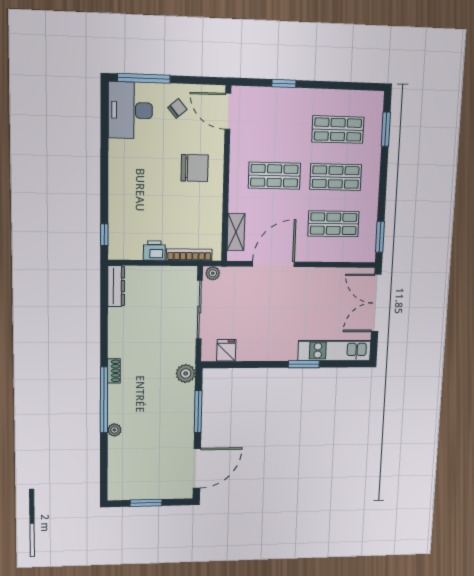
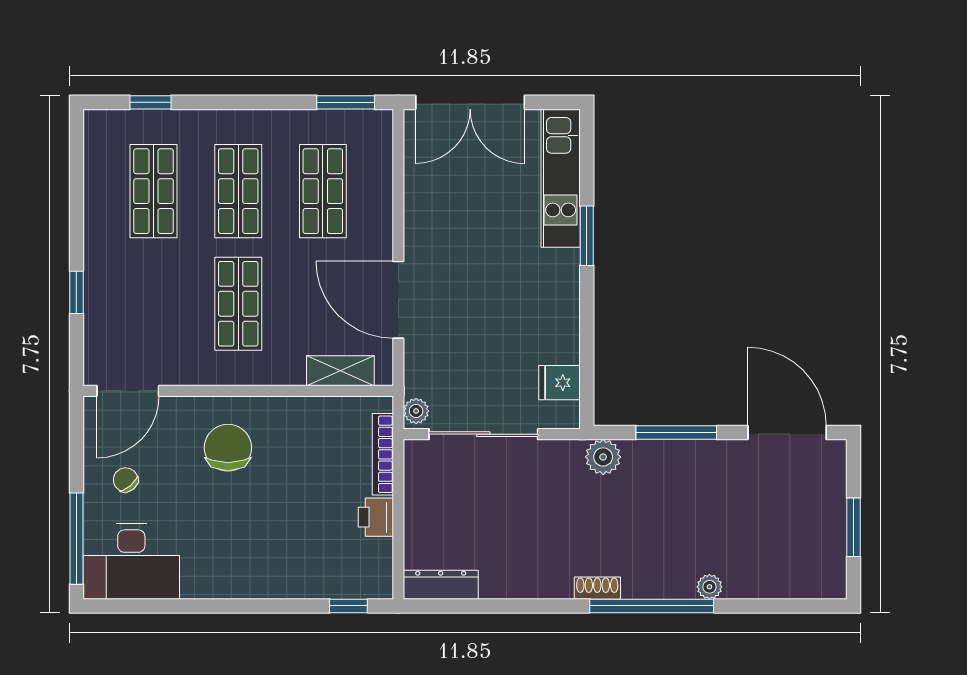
window: (386, 129) -> (150, 102), width x0.67

